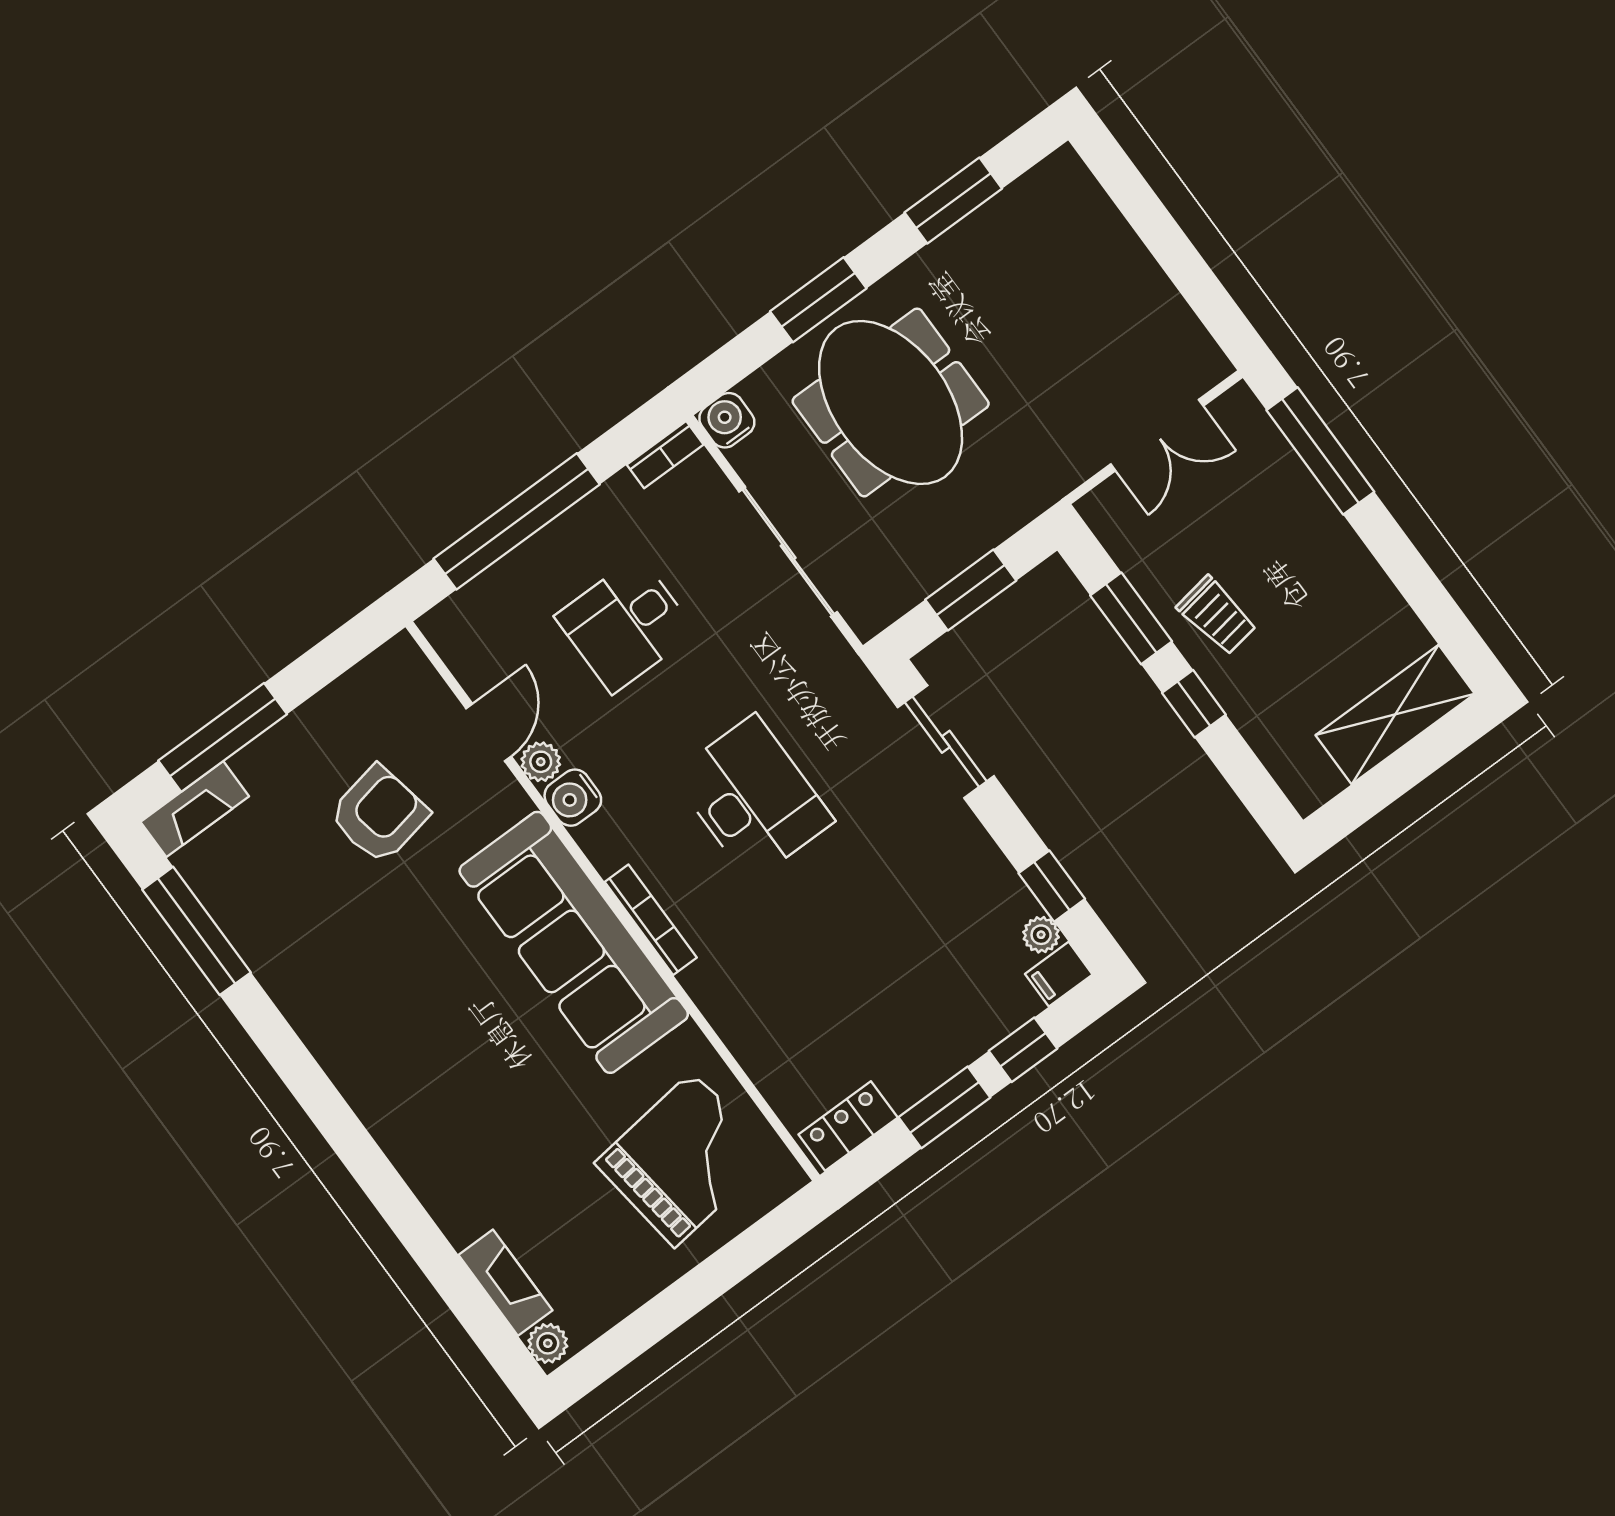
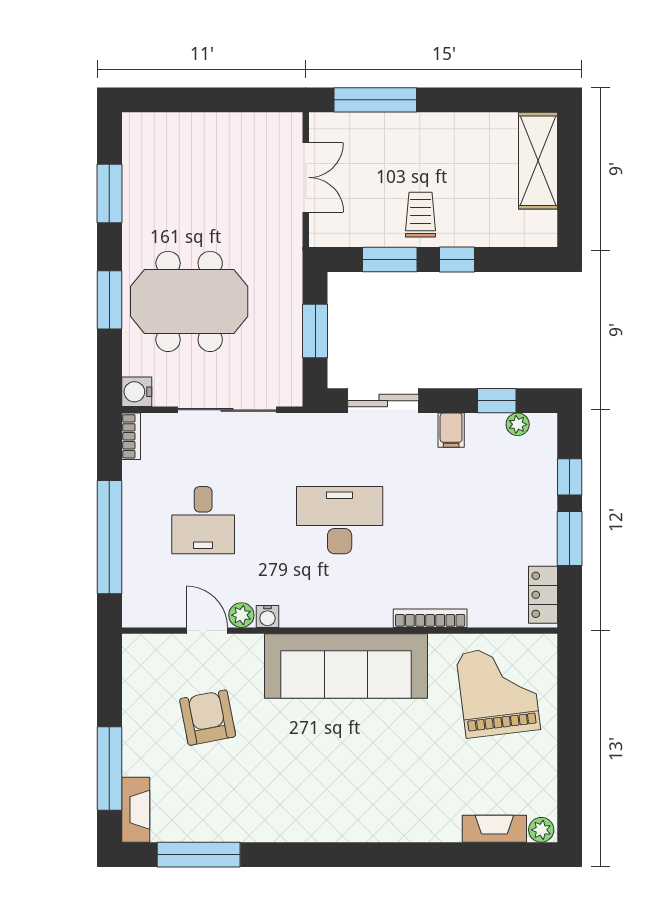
trolley: (1217, 616) -> (421, 215), turned -81
water cooler: (573, 798) -> (267, 616), width x0.72, depth x0.72
bookcase: (651, 920) -> (430, 618), moved
filing cabinet: (1059, 974) -> (451, 430), moved

